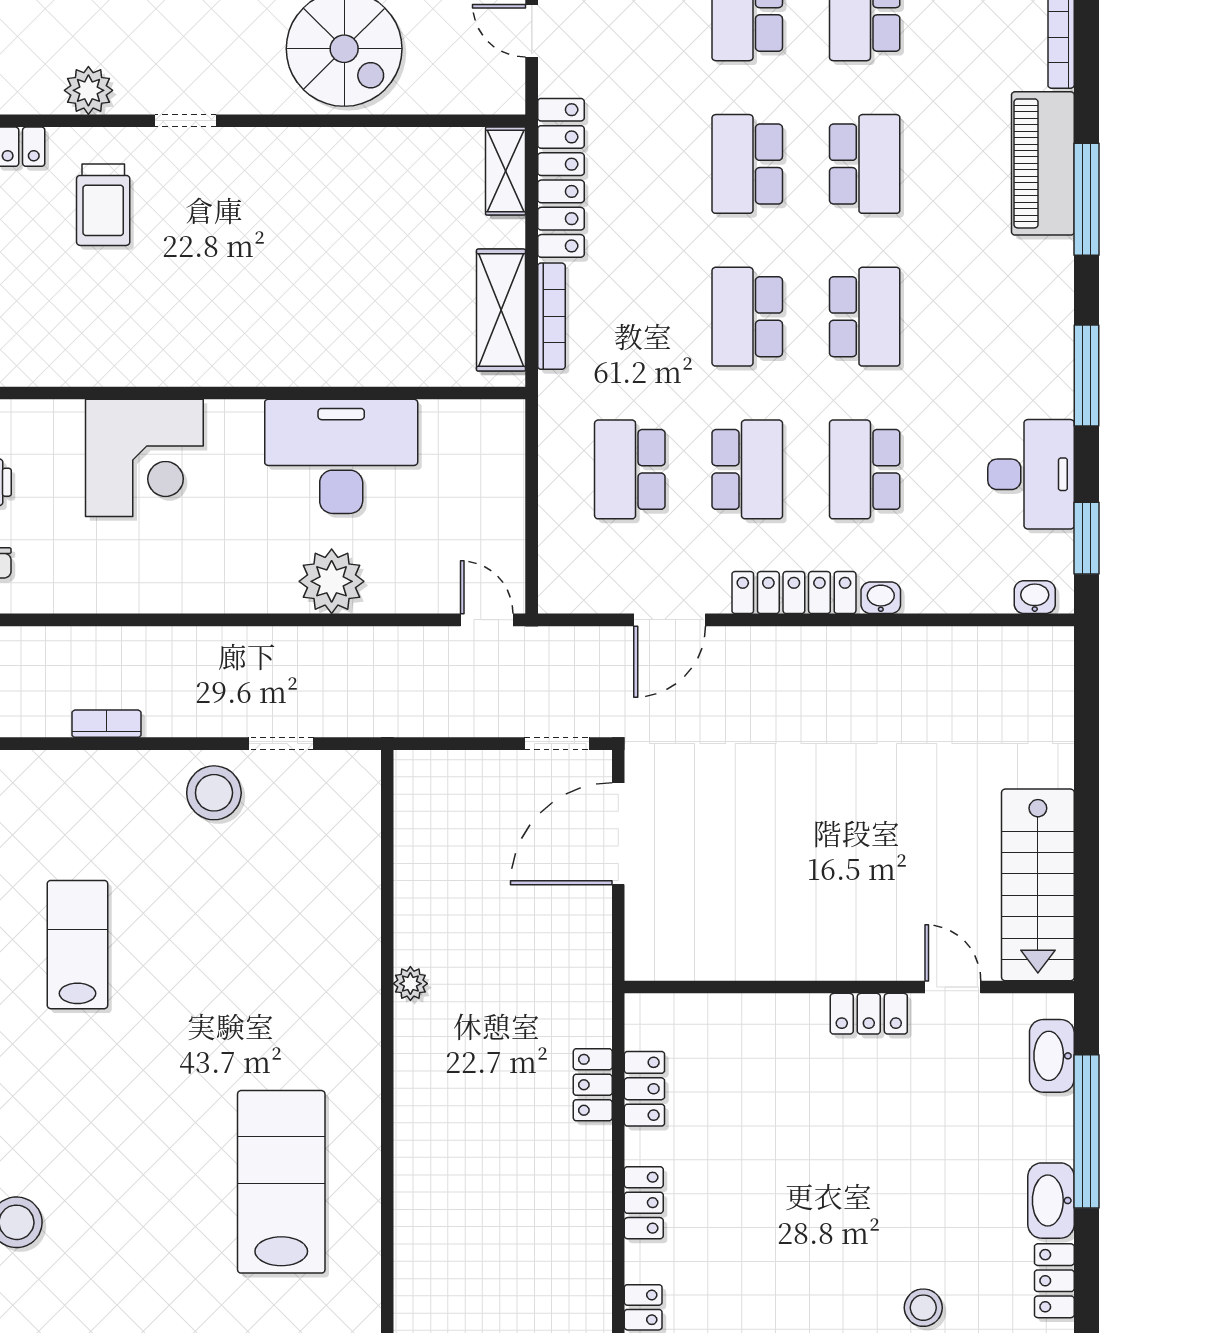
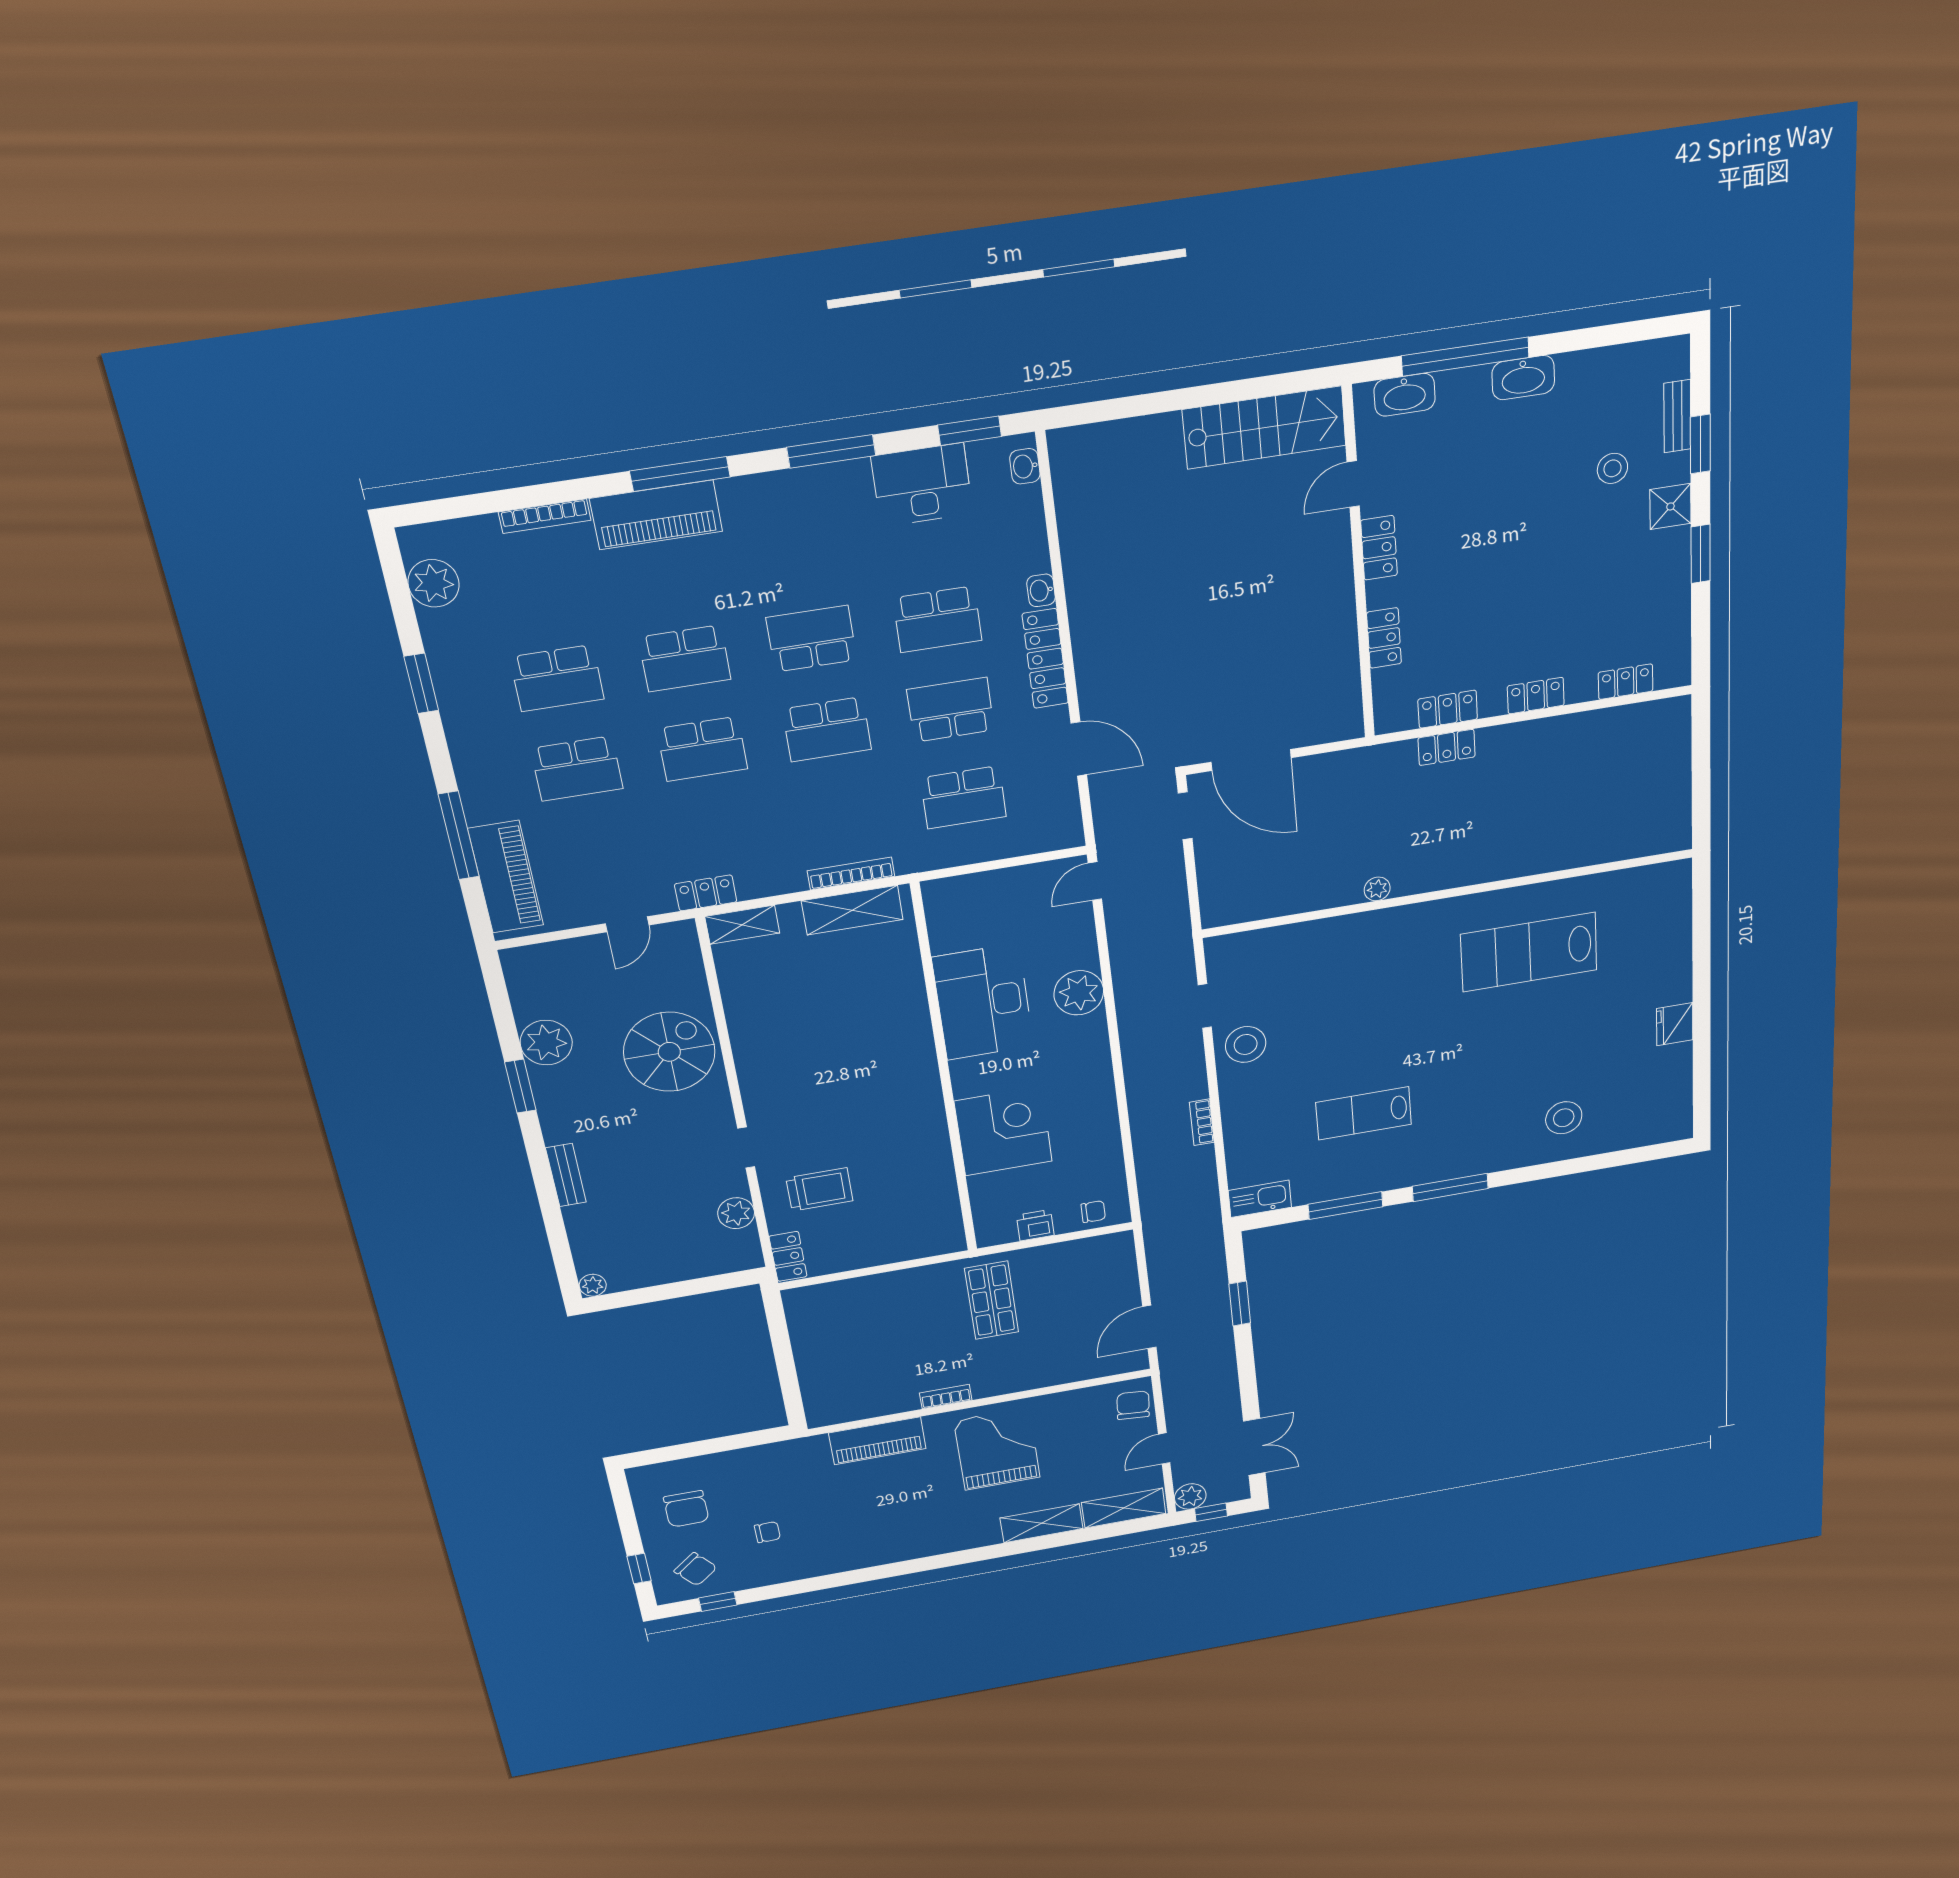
school desk: (865, 164) -> (685, 658), turned 180
locker: (561, 178) -> (706, 893), width x0.46, depth x0.83
locker: (1054, 1281) -> (1384, 638), moved, turned -90

